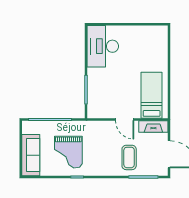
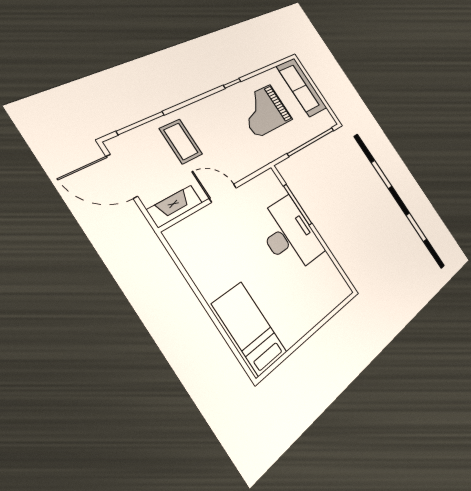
desk: (103, 46) -> (289, 235), moved
bed: (152, 95) -> (249, 328), moved, turned 180
grand piano: (68, 152) -> (264, 111), turned -90

